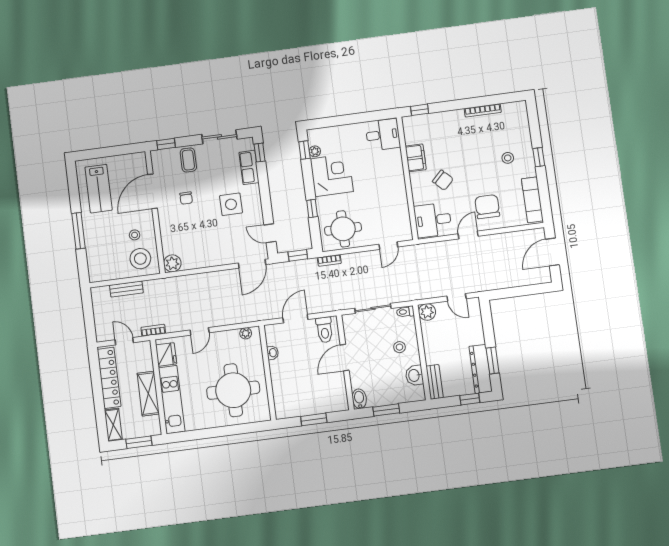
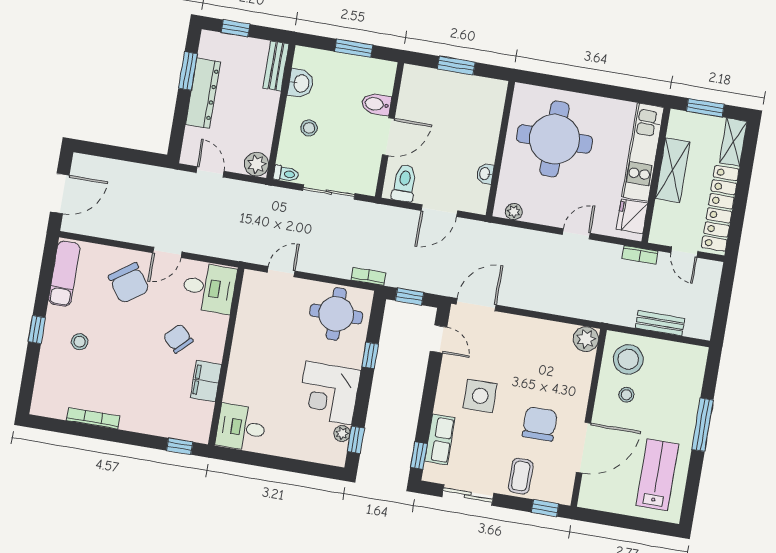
chair: (186, 198) -> (540, 424), width x1.87, depth x1.87
chair: (487, 207) -> (129, 283), turned -35
dresser: (481, 369) -> (203, 93), moved
bidet: (359, 399) -> (376, 104), moved, turned 90

